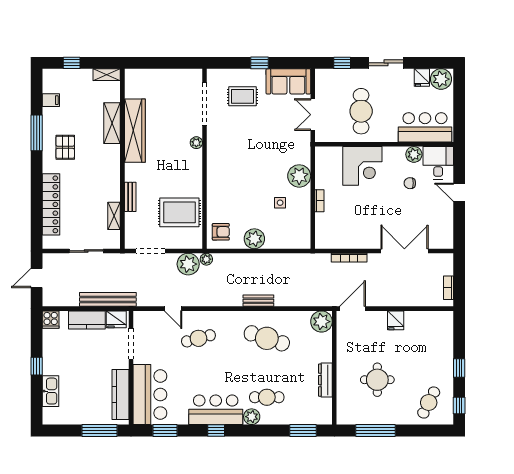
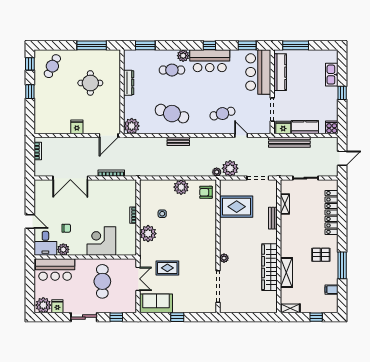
rug: (242, 96) -> (167, 268), moved
pallet: (65, 147) -> (321, 255), turned 90

